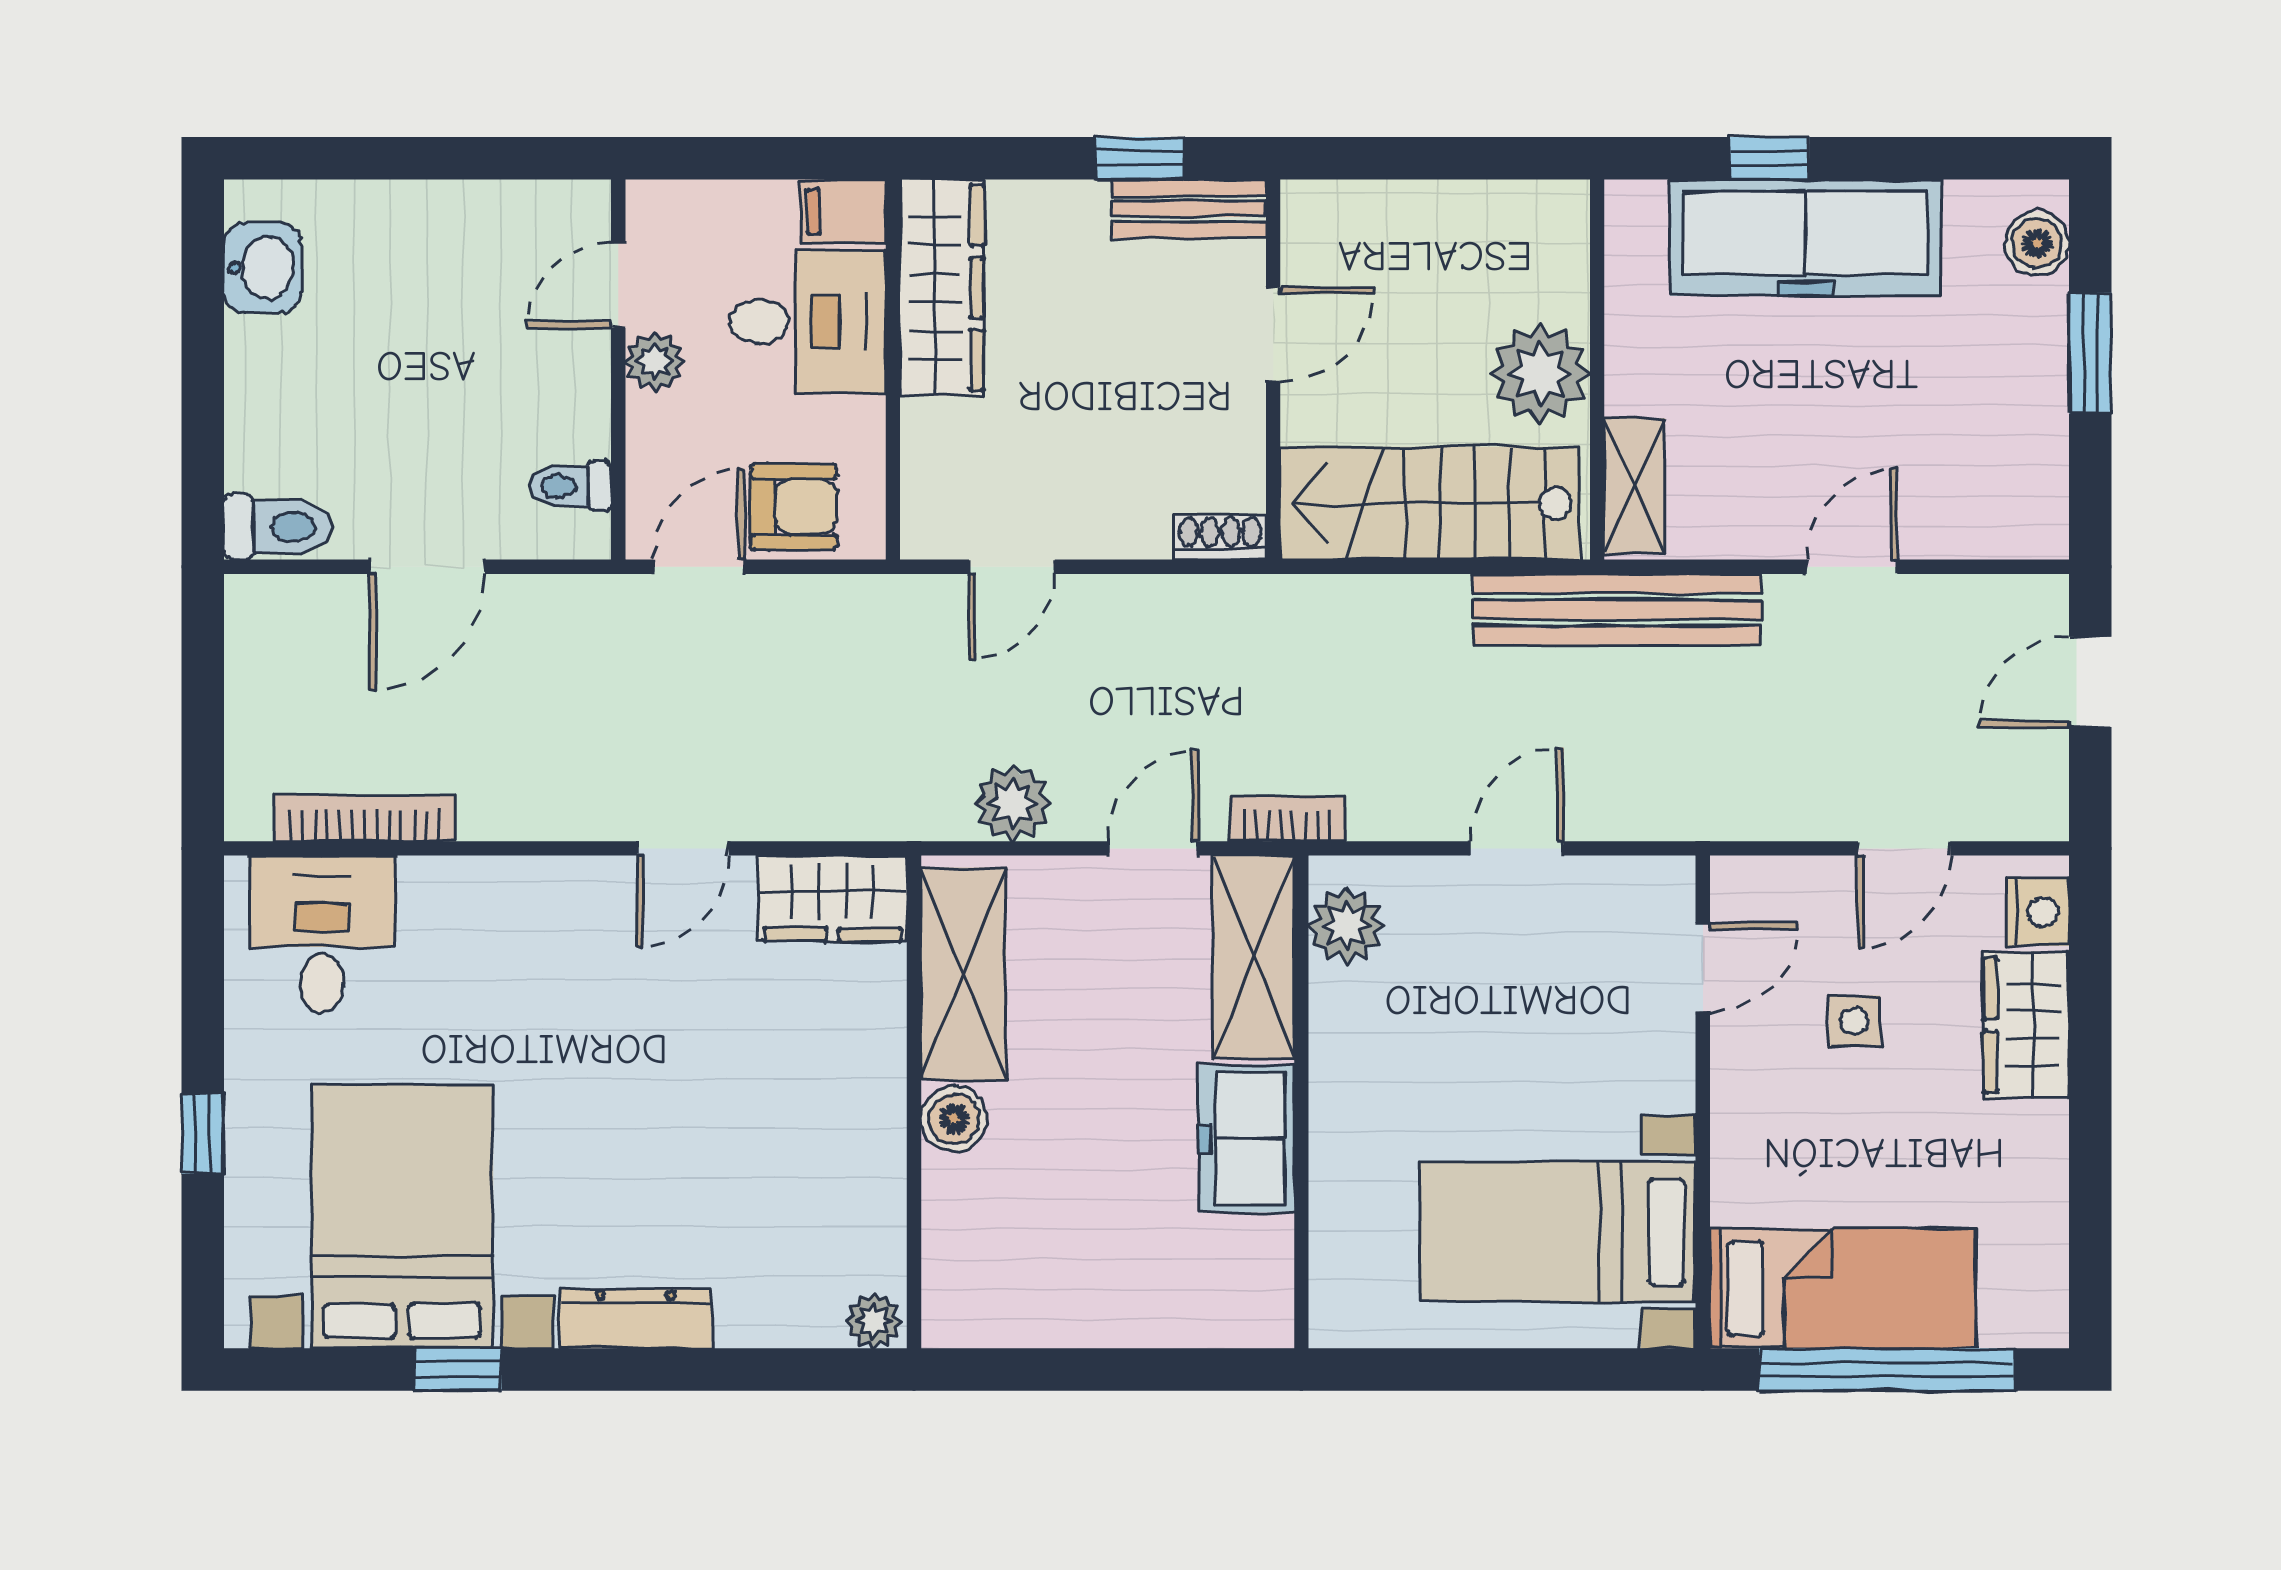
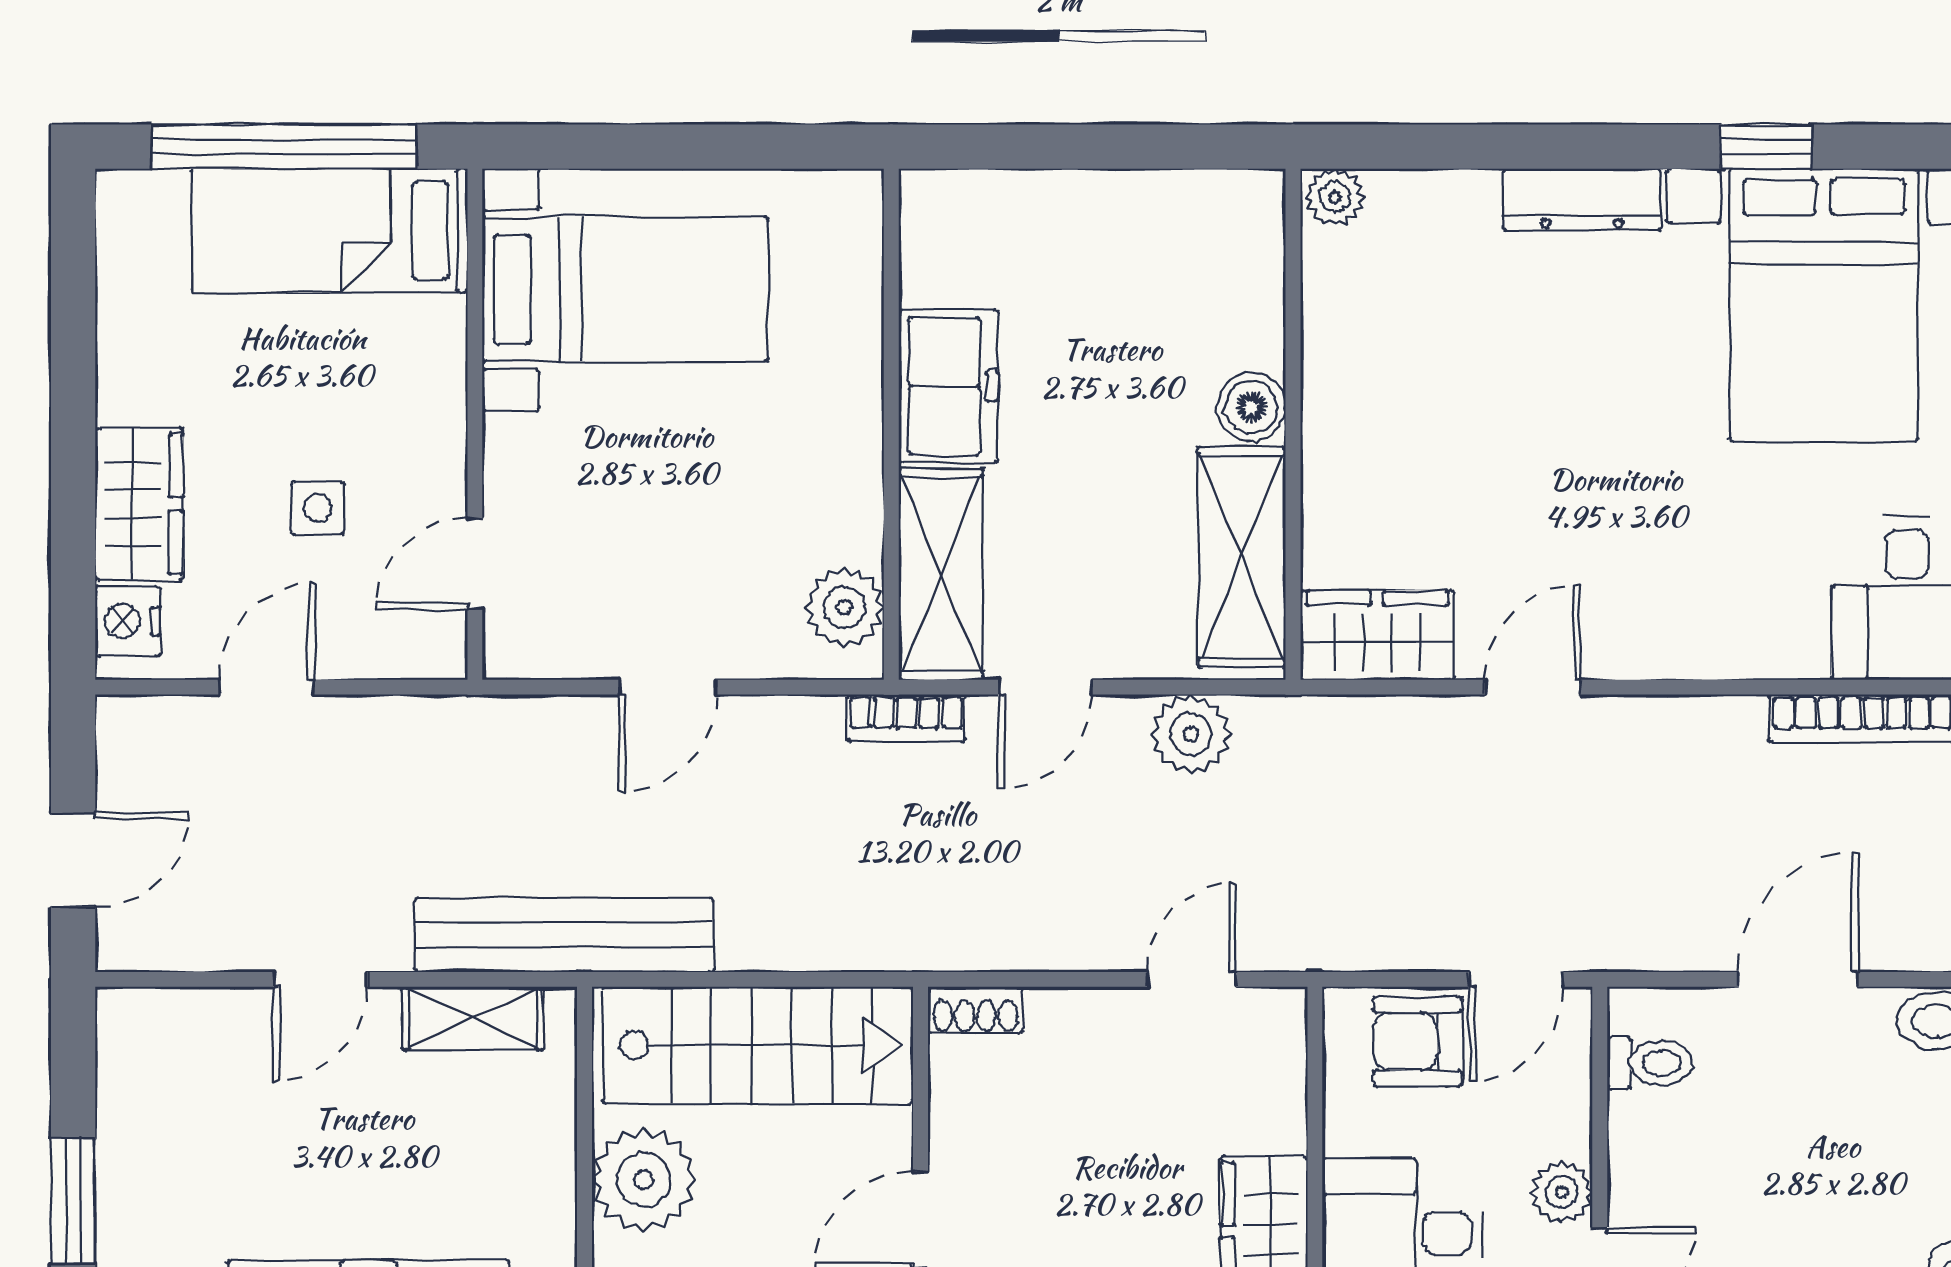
shelving: (1635, 486) -> (473, 1018), moved, turned 90

